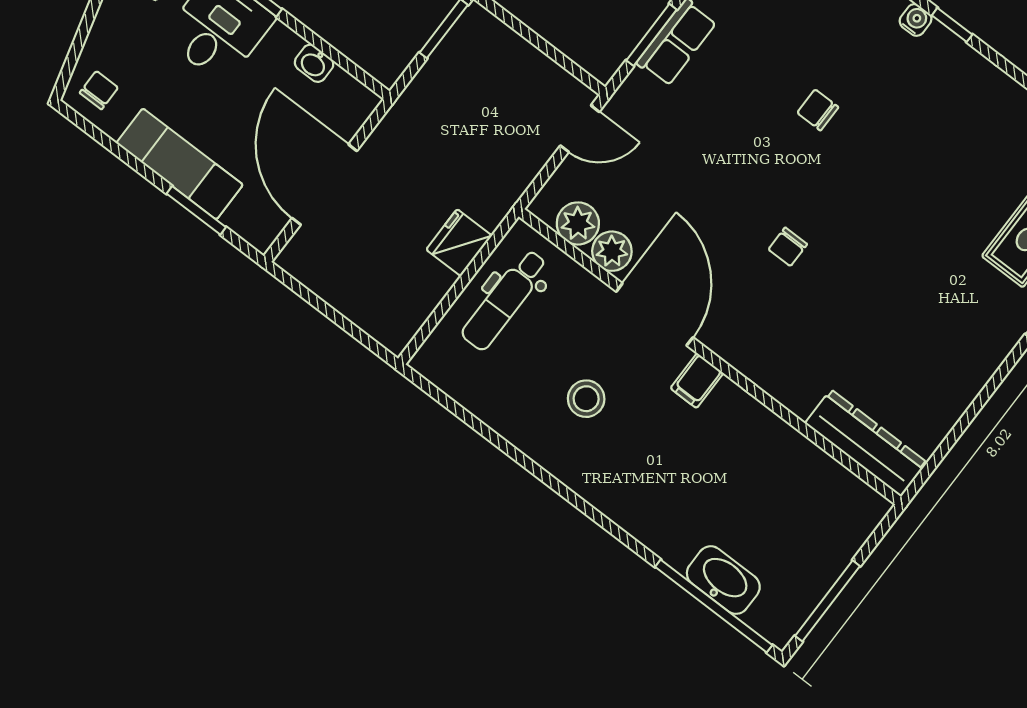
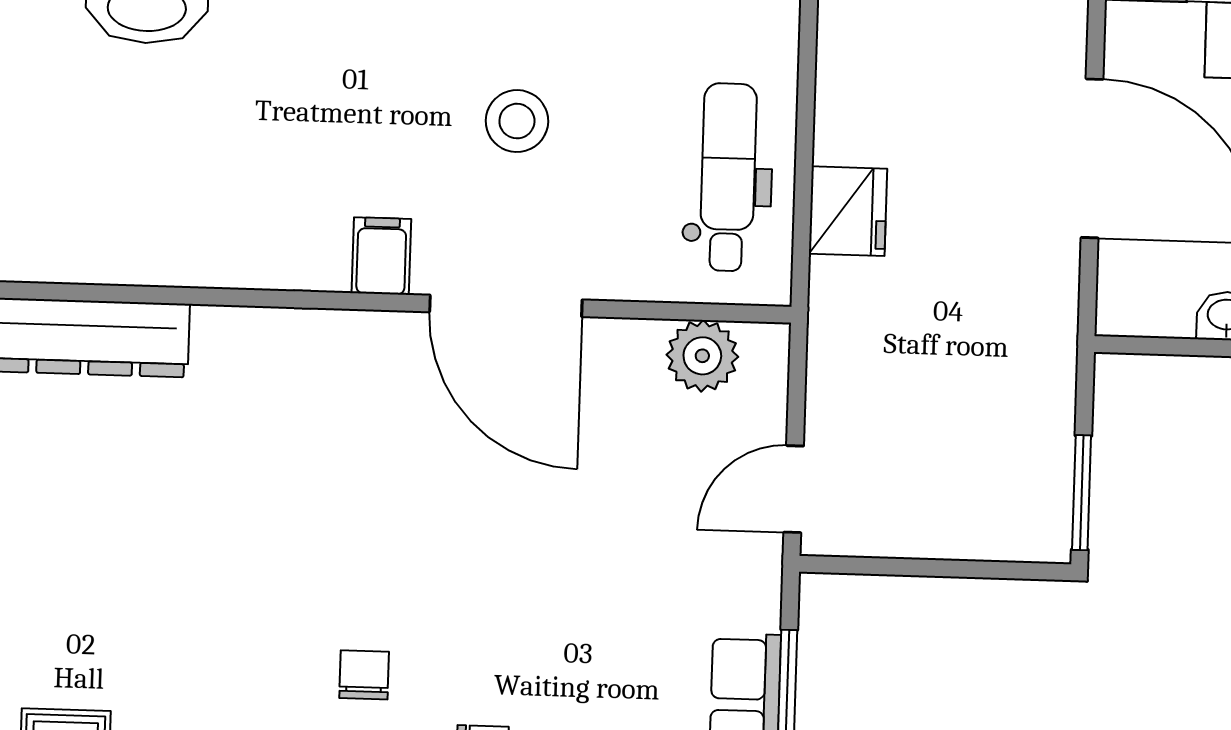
chair: (788, 247) -> (364, 675), moved
plant: (612, 251) -> (628, 351), removed

